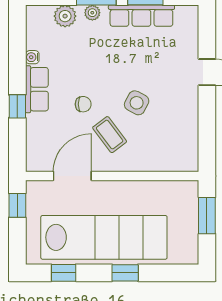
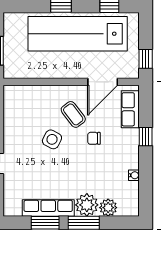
plant: (92, 13) -> (87, 205), width x1.88, depth x1.88
row of seats: (37, 89) -> (130, 109), moved

